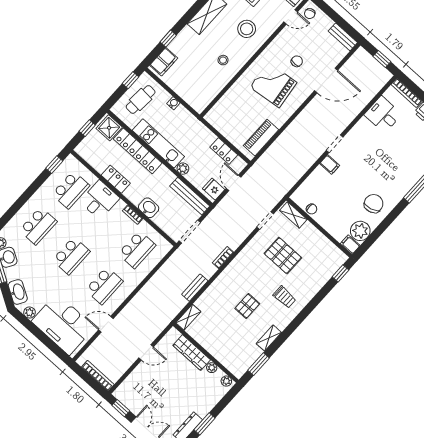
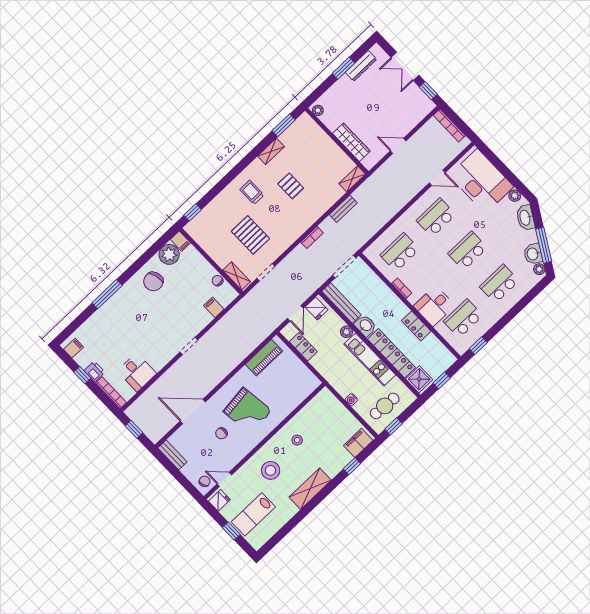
filing cabinet: (330, 165) -> (214, 307), moved
washbasin: (149, 208) -> (365, 326), moved, turned 180
pallet: (247, 306) -> (291, 186), turned 90
plant: (212, 368) -> (332, 125), removed

